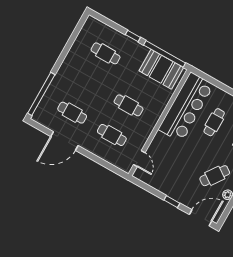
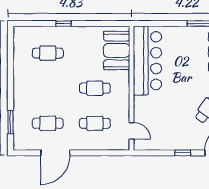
window: (165, 54) -> (101, 24), removed
booth: (161, 69) -> (117, 50), moved, turned 90
window: (41, 94) -> (11, 122), width x0.47
cafe table: (214, 122) -> (180, 60), removed

